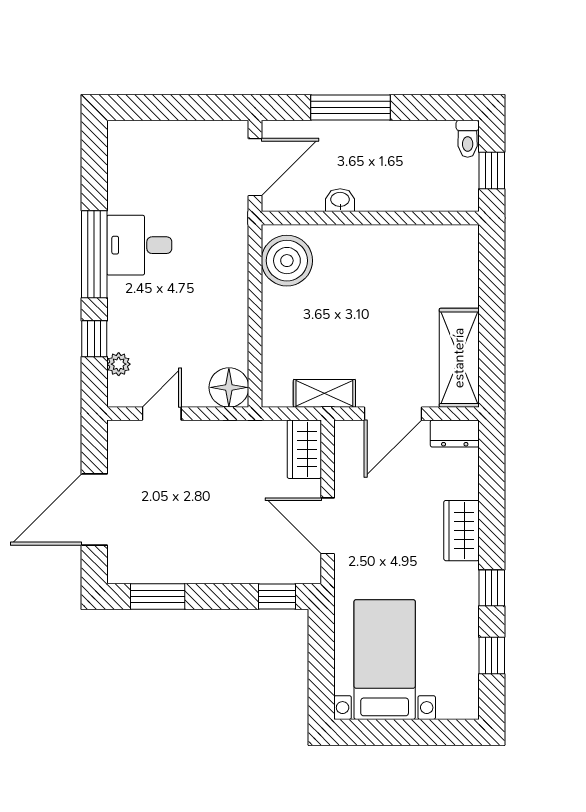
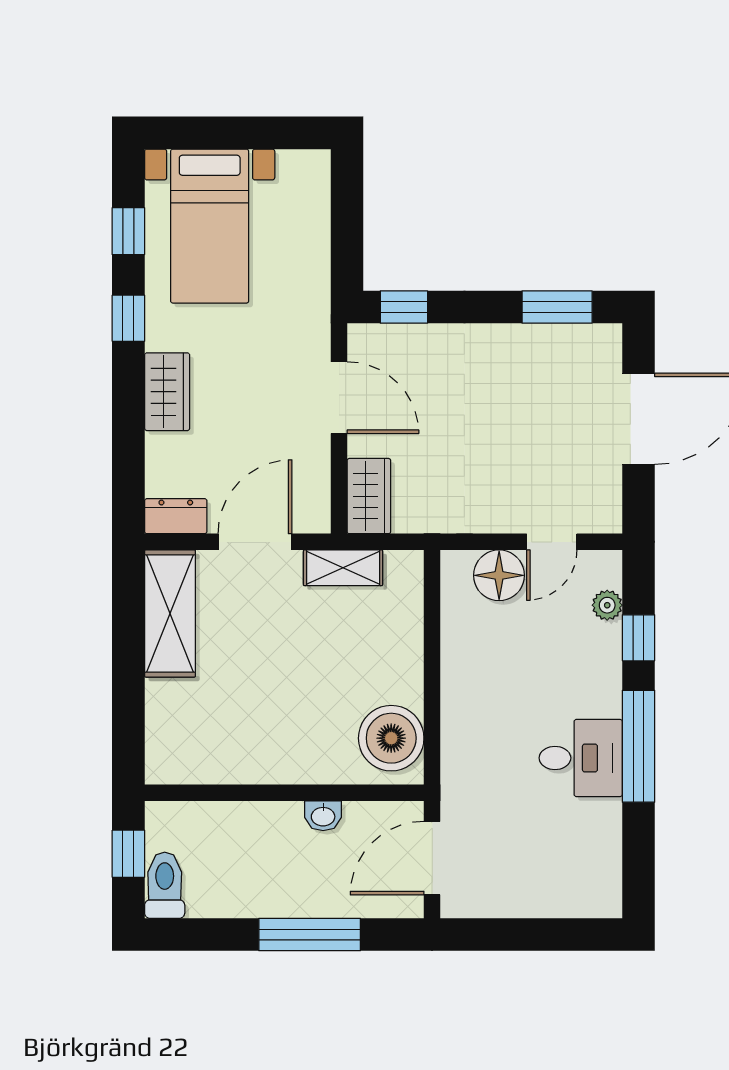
toilet: (468, 139) -> (165, 885), width x1.37, depth x1.39
floor lamp: (229, 387) -> (499, 575), moved
bed with nightstands: (385, 660) -> (210, 226), moved

